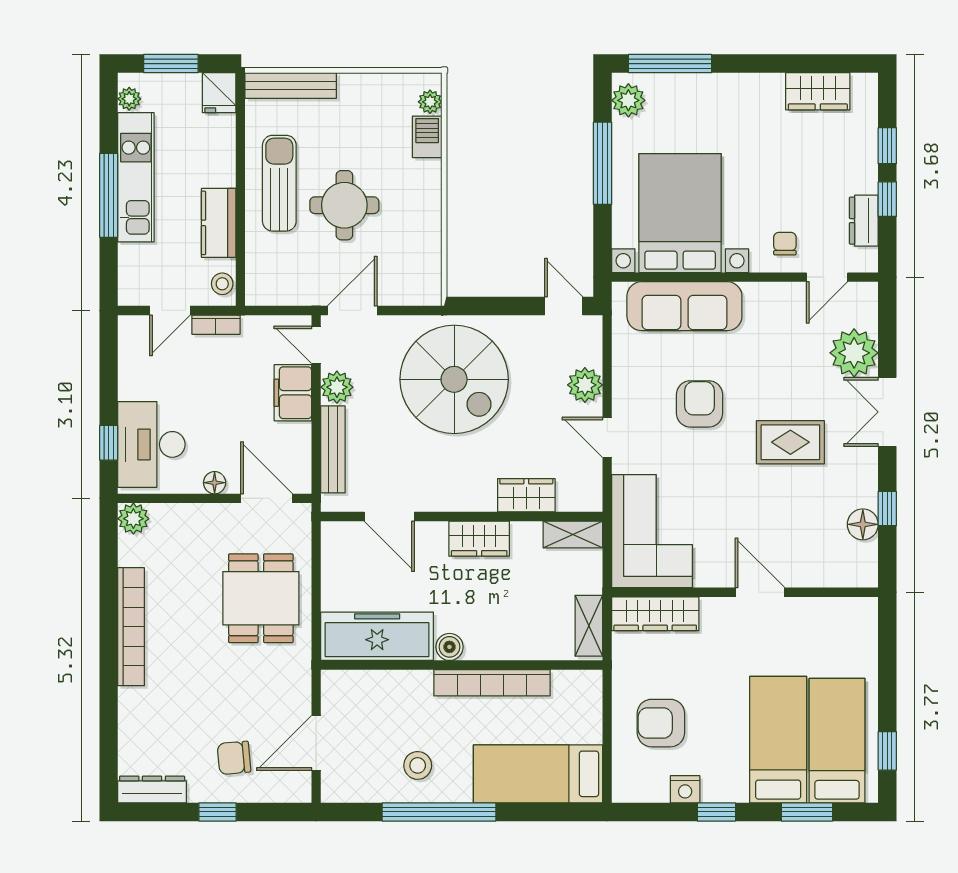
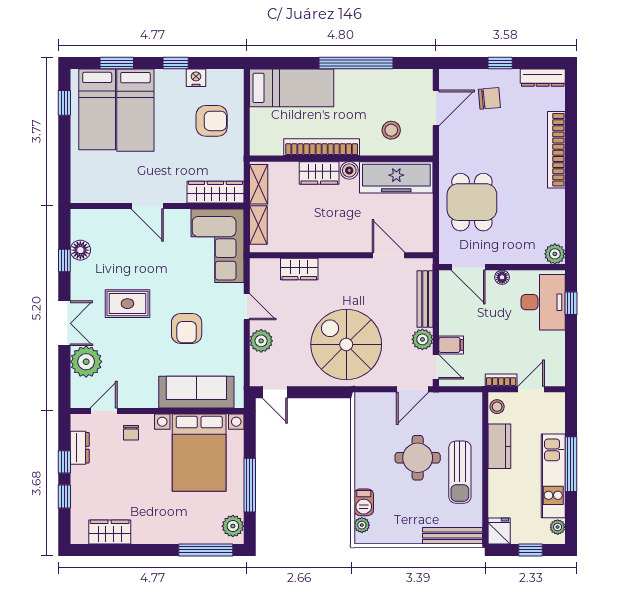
window: (171, 64) -> (530, 550), width x0.67
filing cabinet: (293, 393) -> (451, 345), width x0.50
shelving: (573, 534) -> (258, 225), moved, turned 90
wardrobe: (479, 539) -> (319, 173), moved, turned 180
bookcase: (131, 627) -> (556, 150), moved
stool: (418, 765) -> (391, 130), moved

